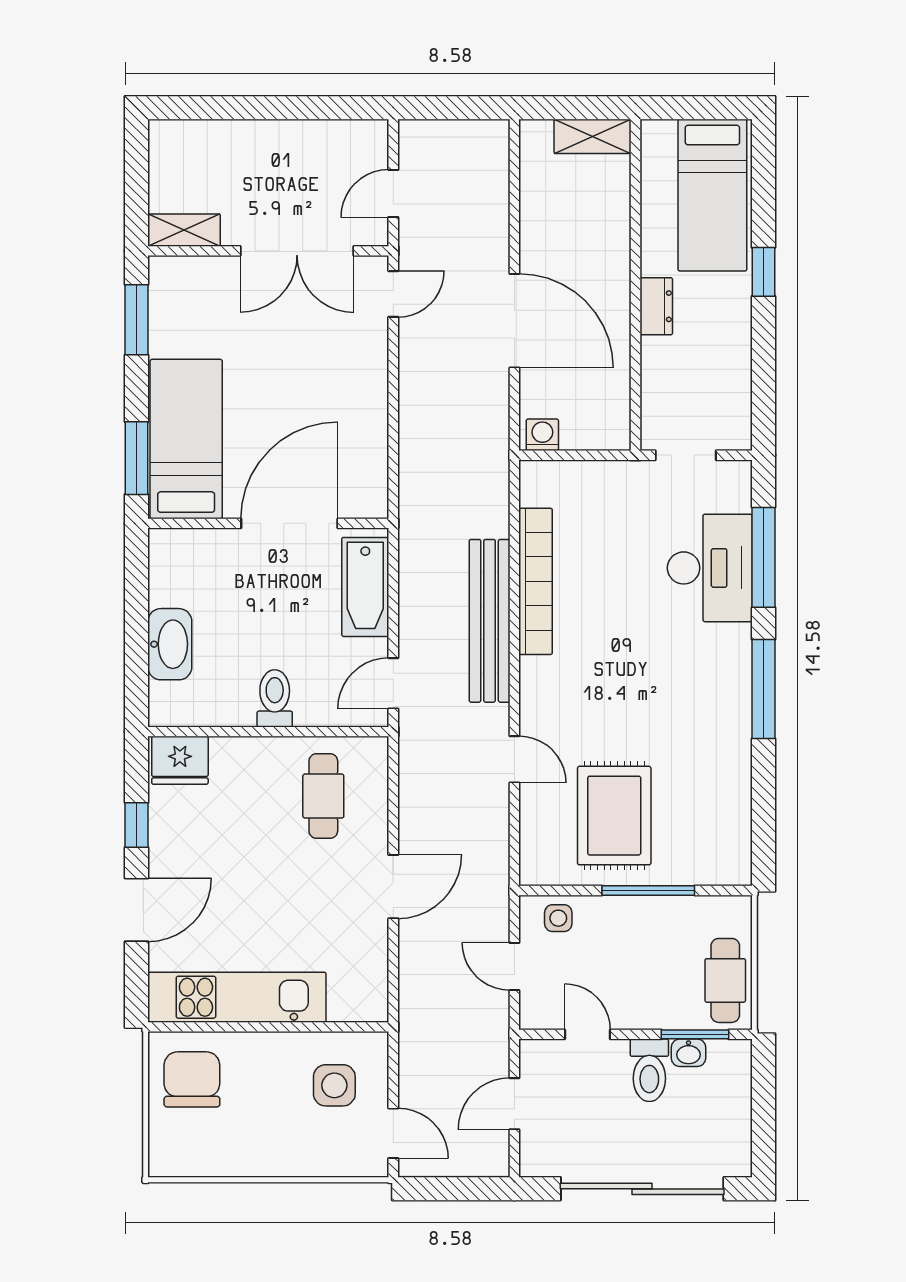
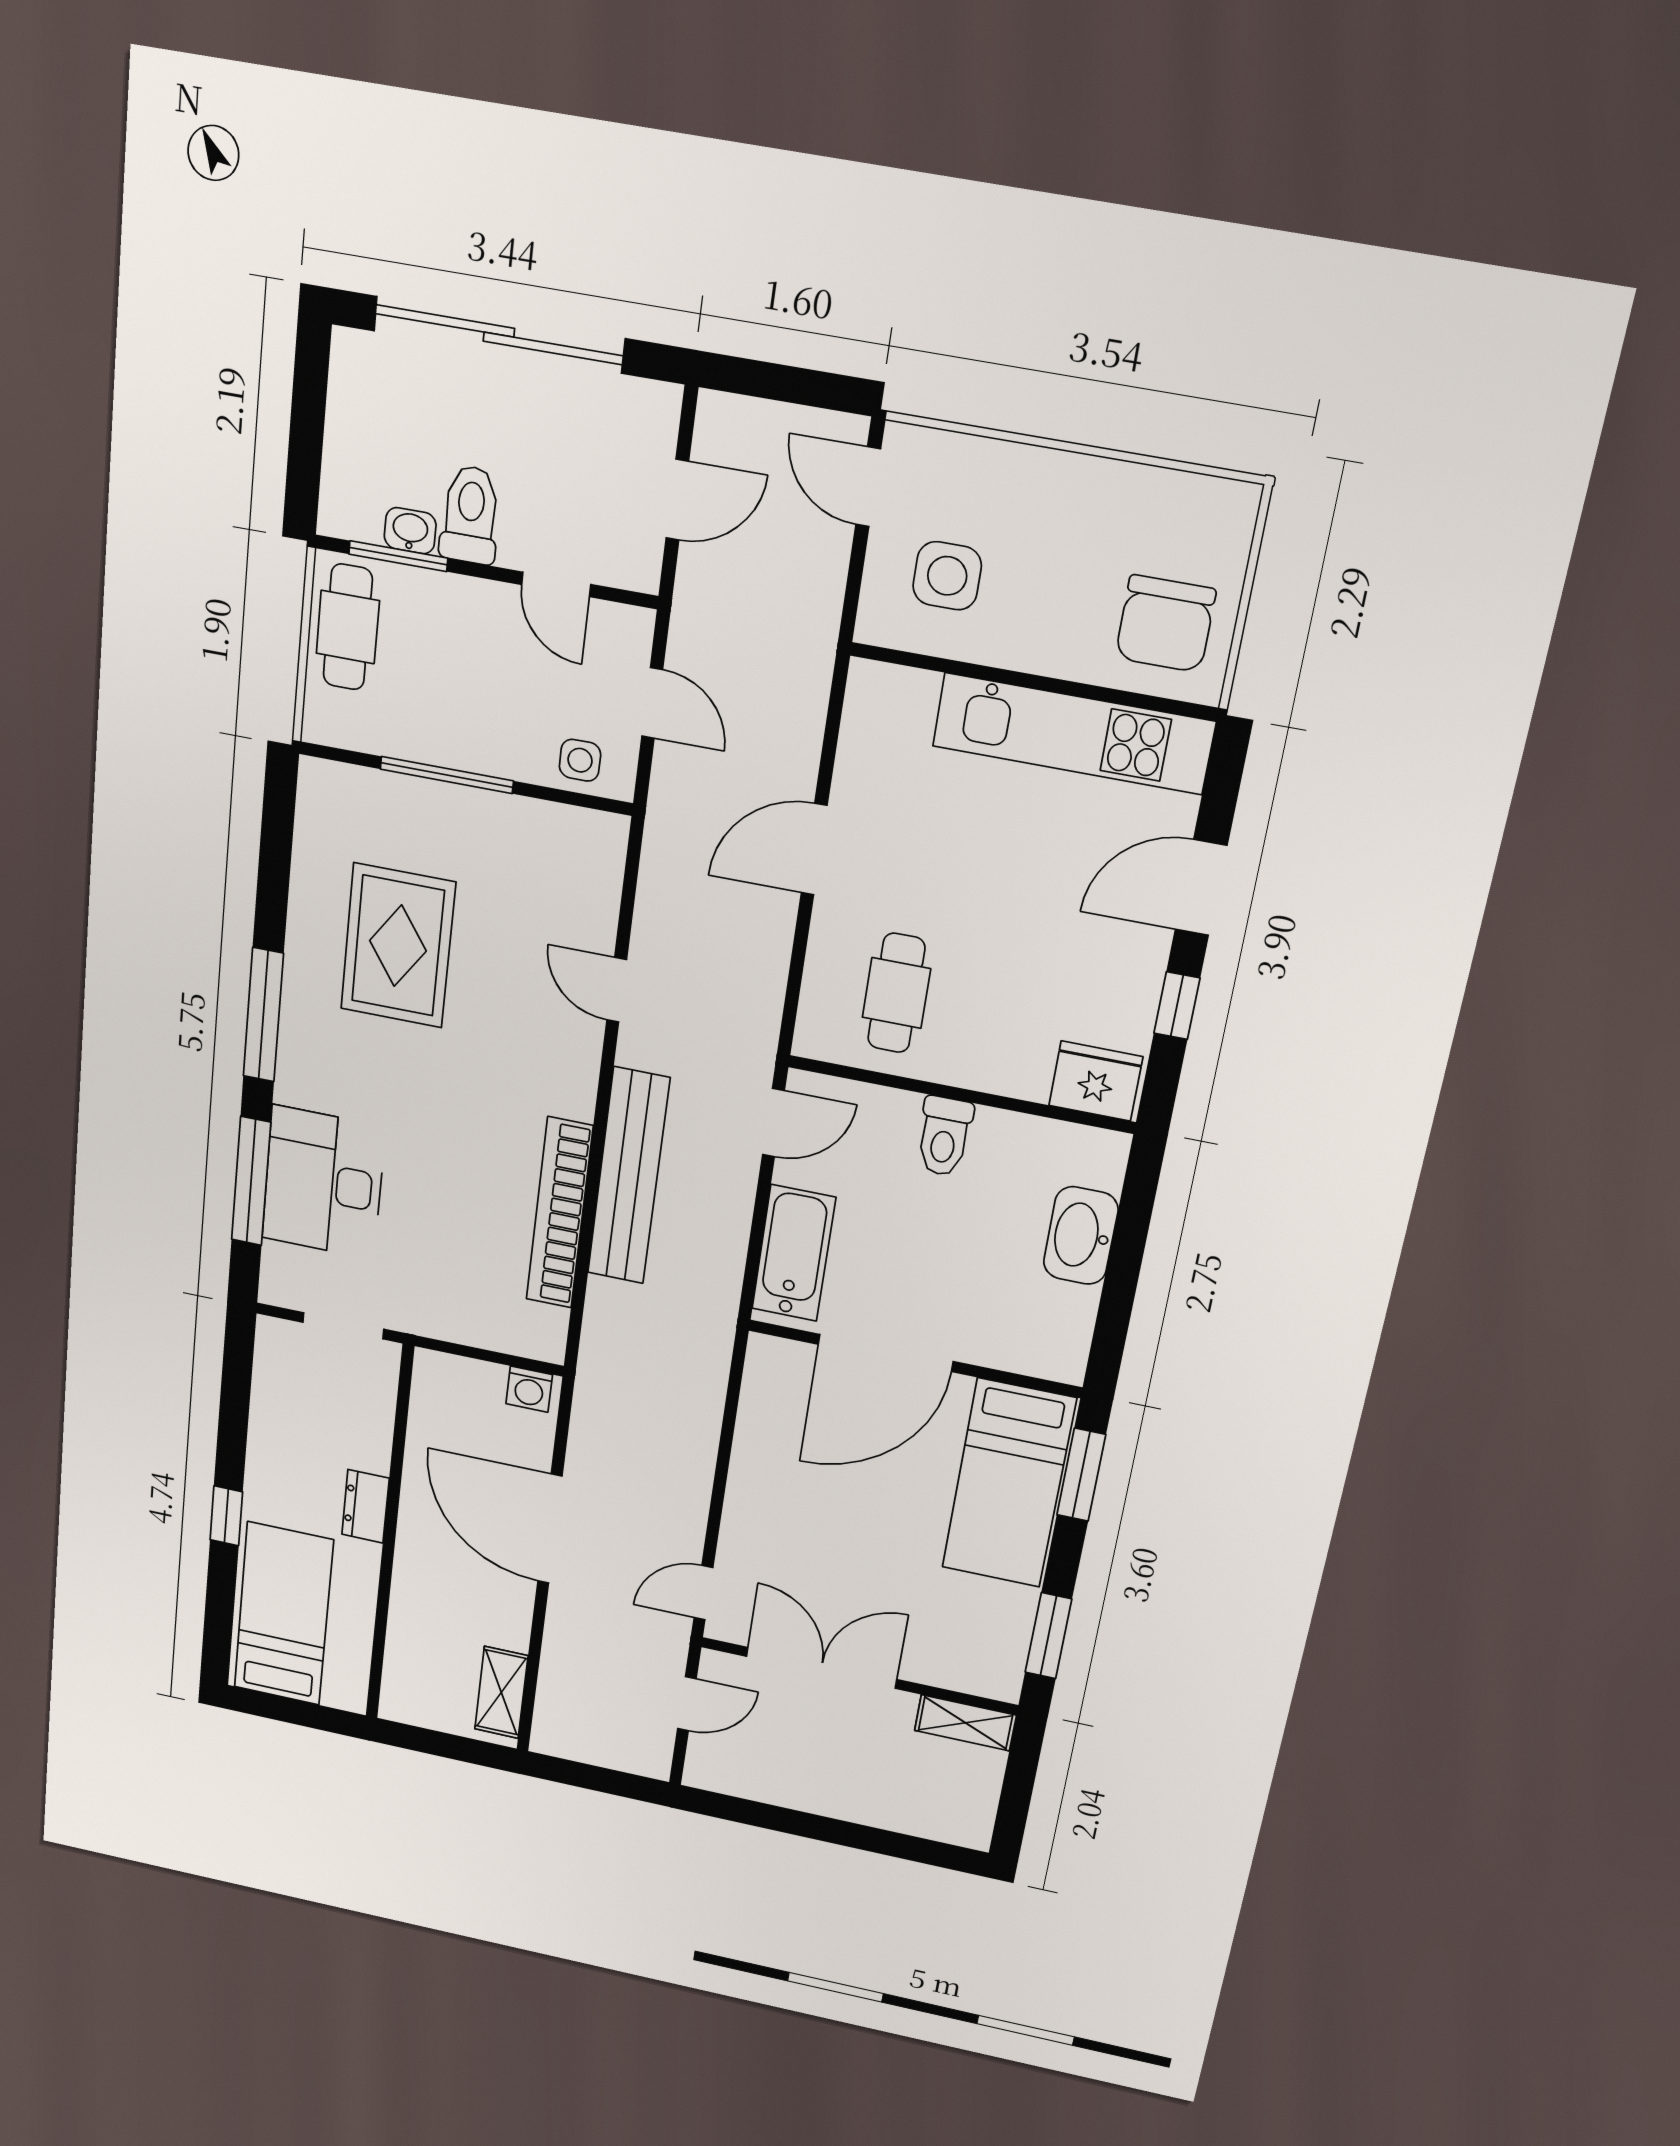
shelving: (593, 136) -> (501, 1692), moved, turned 90
rug: (614, 816) -> (398, 946), moved

